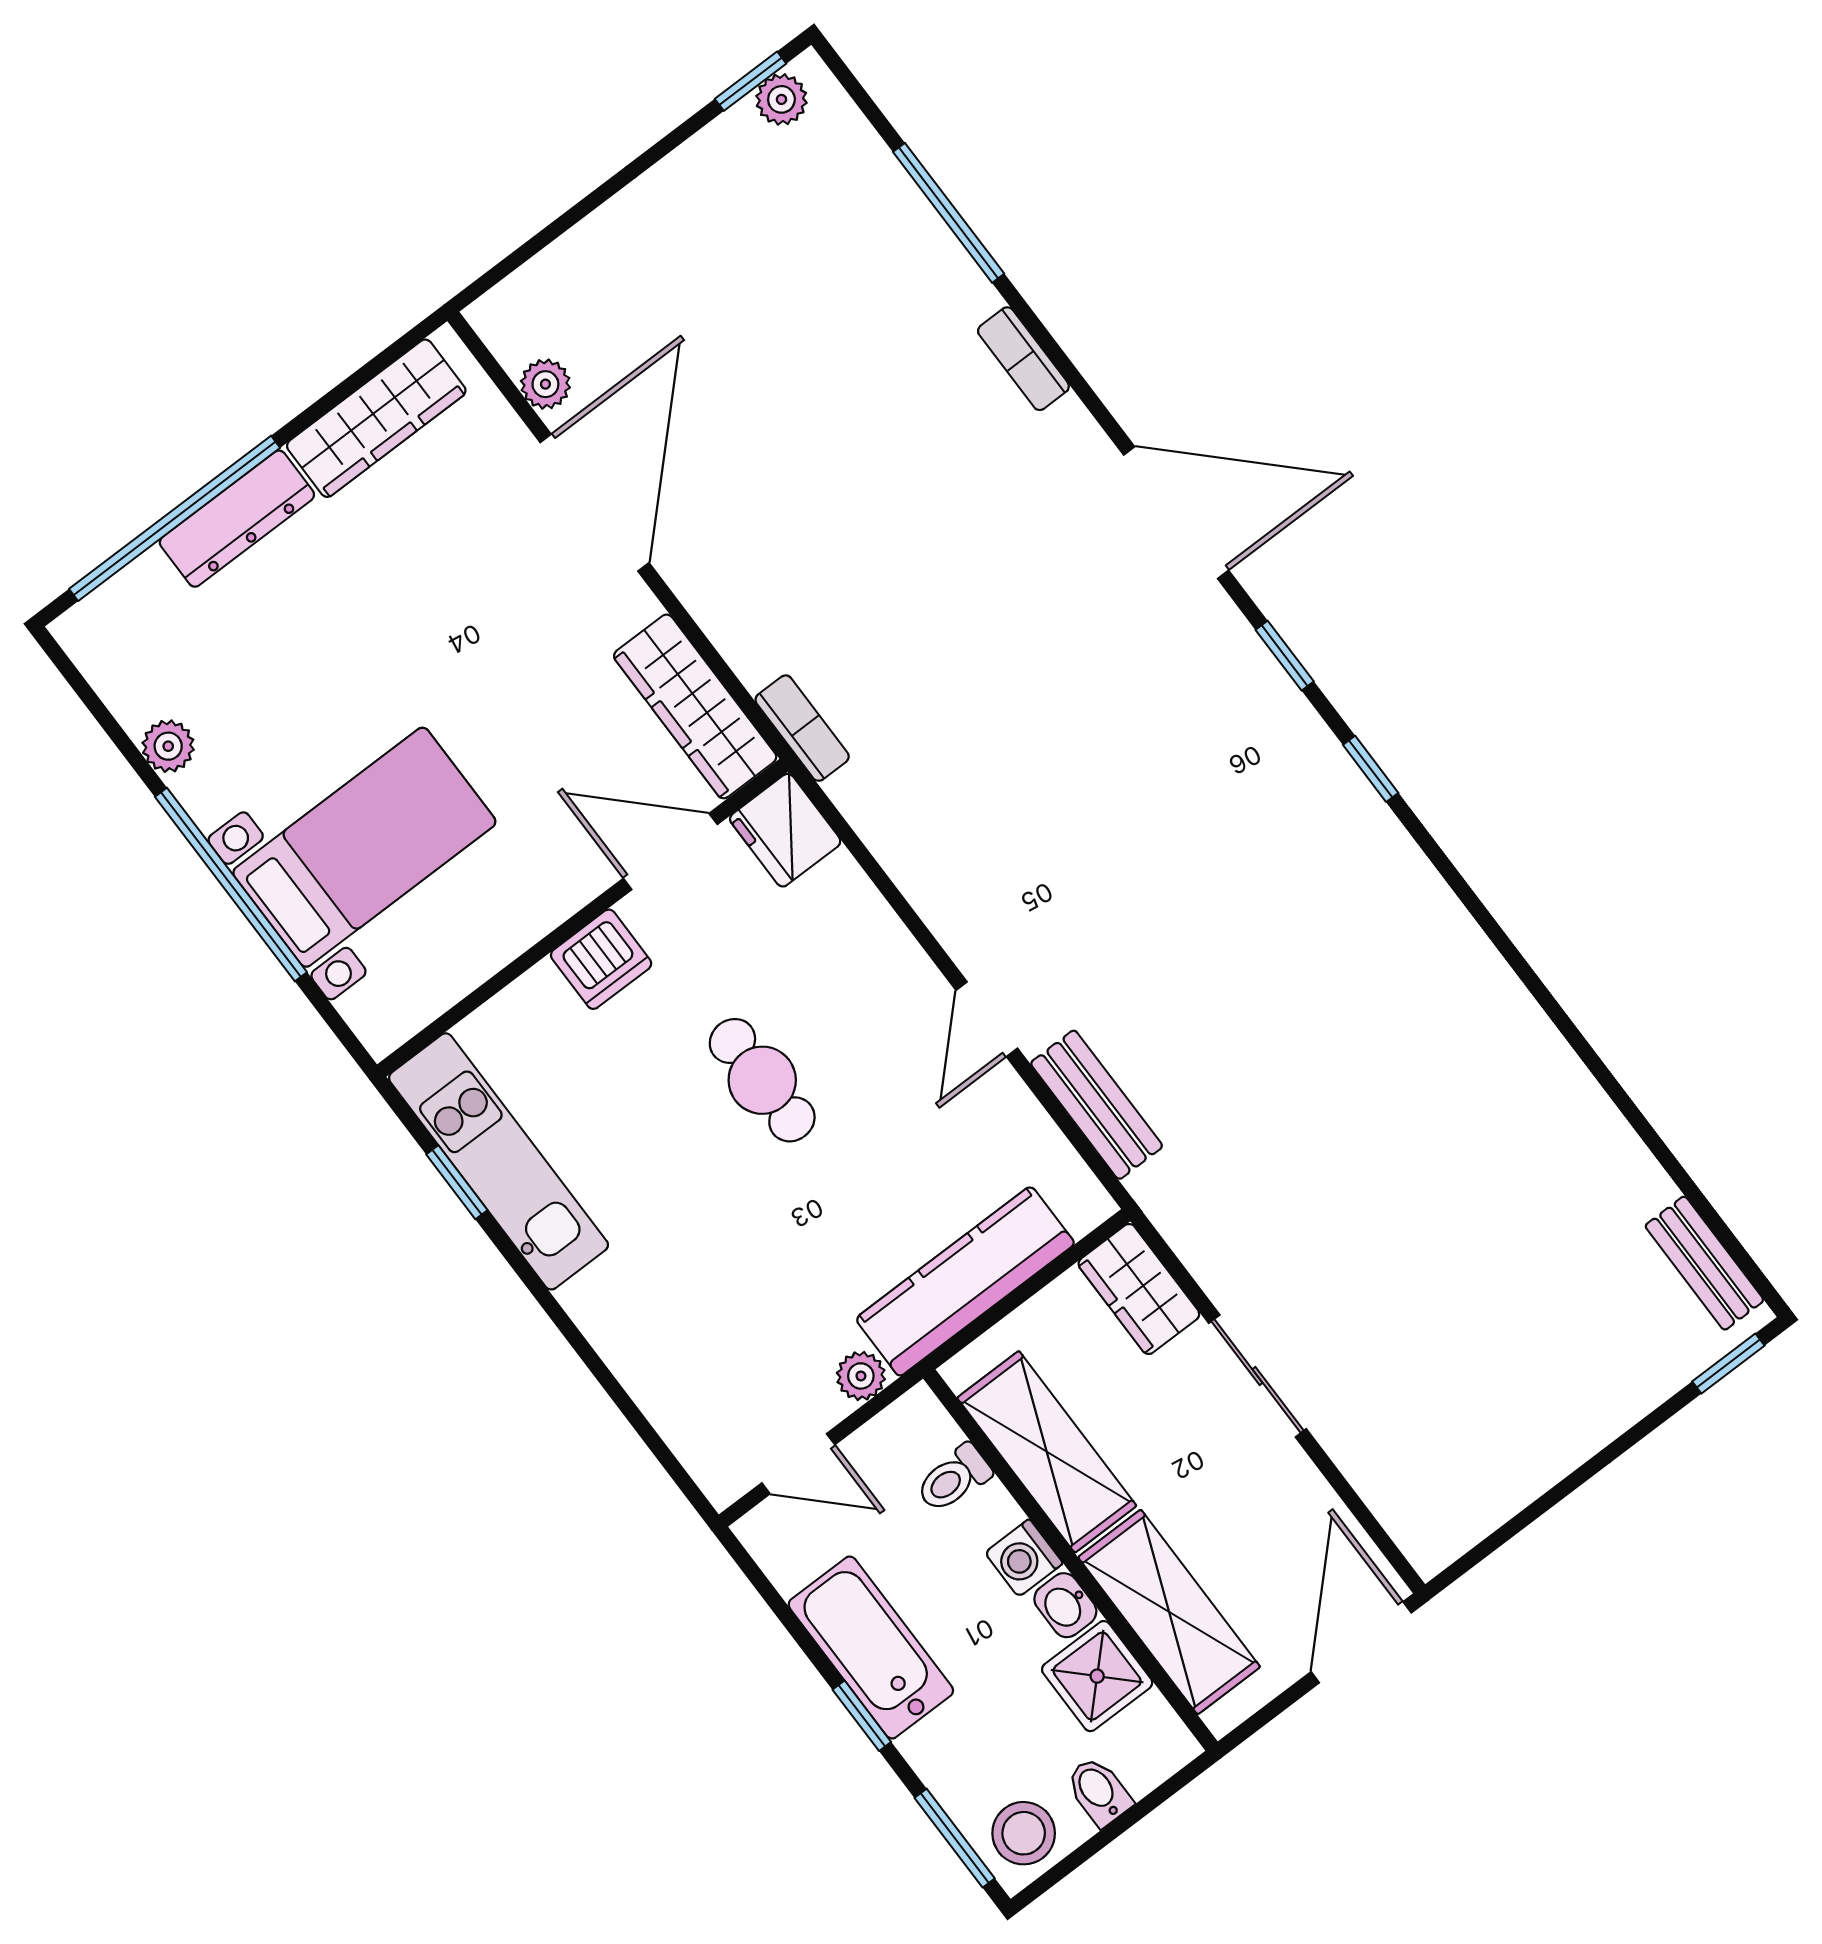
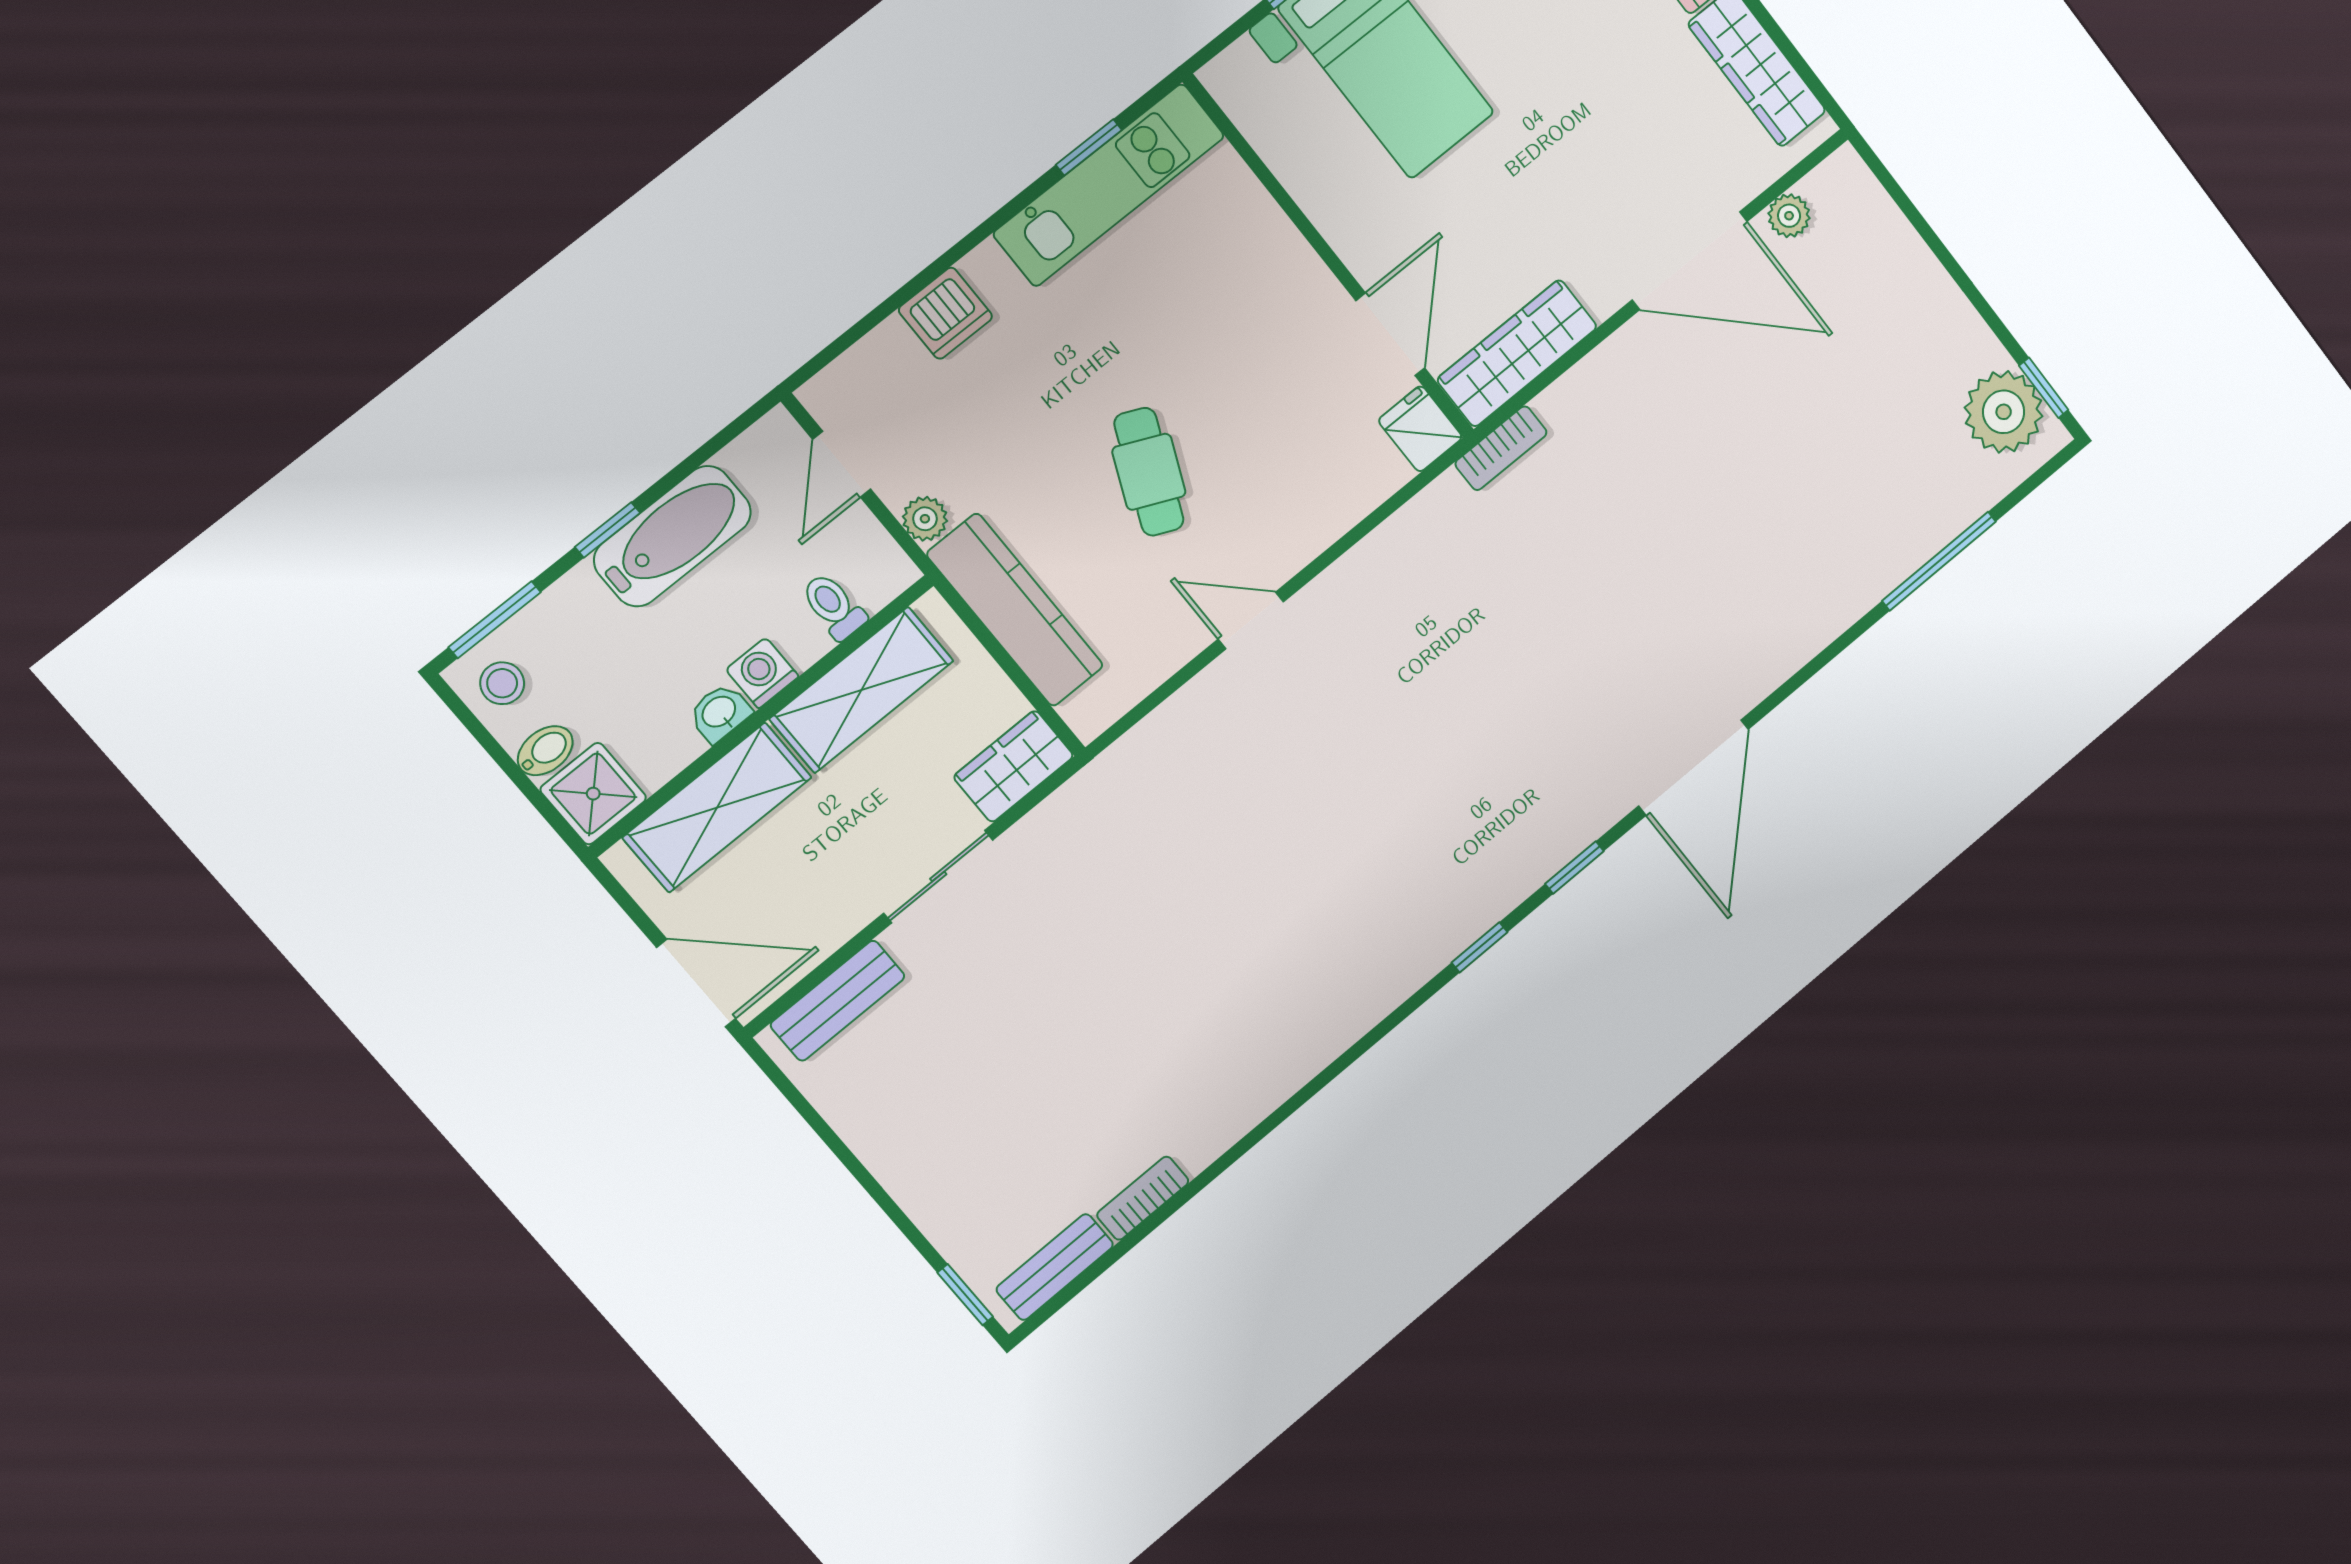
plant: (781, 99) -> (2004, 412), width x1.88, depth x1.88
bookcase: (1023, 359) -> (1143, 1198), moved
fridge: (785, 830) -> (1420, 429), width x0.72
dishwasher: (601, 959) -> (945, 313), moved, turned -90
cafe table: (762, 1080) -> (1149, 472), moved, turned -66
bench: (1097, 1105) -> (838, 1001), moved
shower: (1097, 1676) -> (593, 794), moved
stool: (1024, 1833) -> (502, 683), width x0.73, depth x0.73

